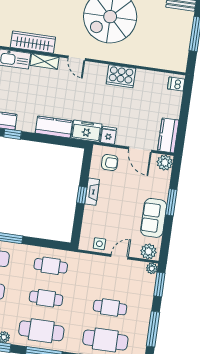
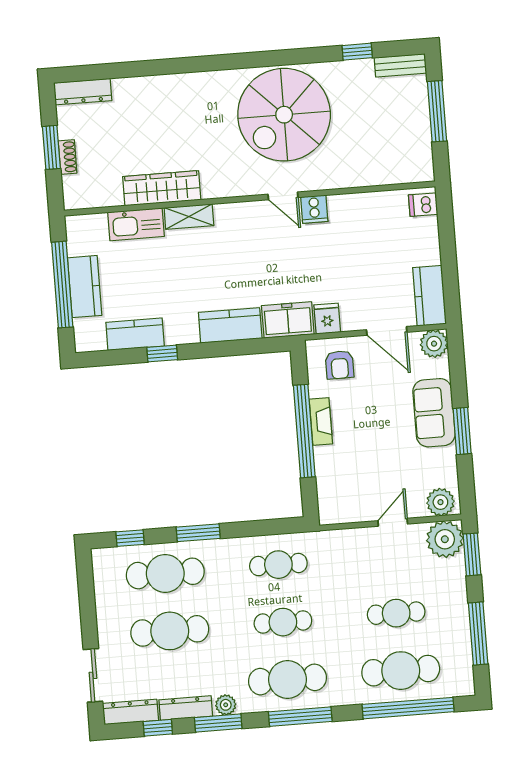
door: (77, 58) -> (283, 196), moved
cooker: (121, 76) -> (314, 209), width x0.53, depth x0.76
armchair: (110, 163) -> (340, 365), turned 90
window: (82, 195) -> (304, 431), width x3.17
window: (171, 202) -> (462, 431), moved
sofa: (154, 218) -> (434, 413), moved
side table: (99, 244) -> (353, 508), removed
plant: (152, 268) -> (445, 539), width x1.87, depth x1.87

